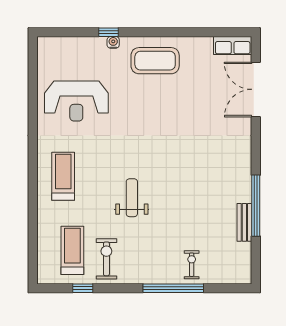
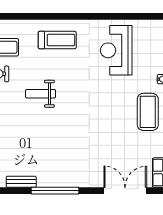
weight bench: (132, 198) -> (41, 94), turned 180
window: (256, 206) -> (55, 191), moved

